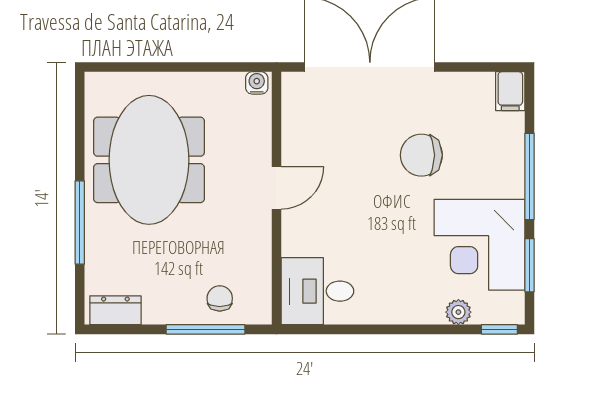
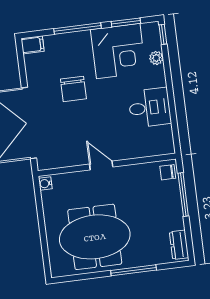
desk: (317, 291) -> (150, 108), moved, turned -90
chair: (220, 298) -> (168, 172), moved

